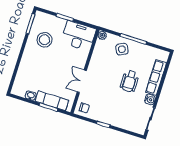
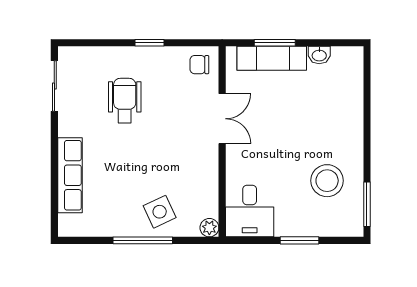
desk: (79, 36) -> (250, 211), width x0.73
wheelchair: (130, 81) -> (125, 101), moved
water cooler: (150, 99) -> (68, 125), removed

